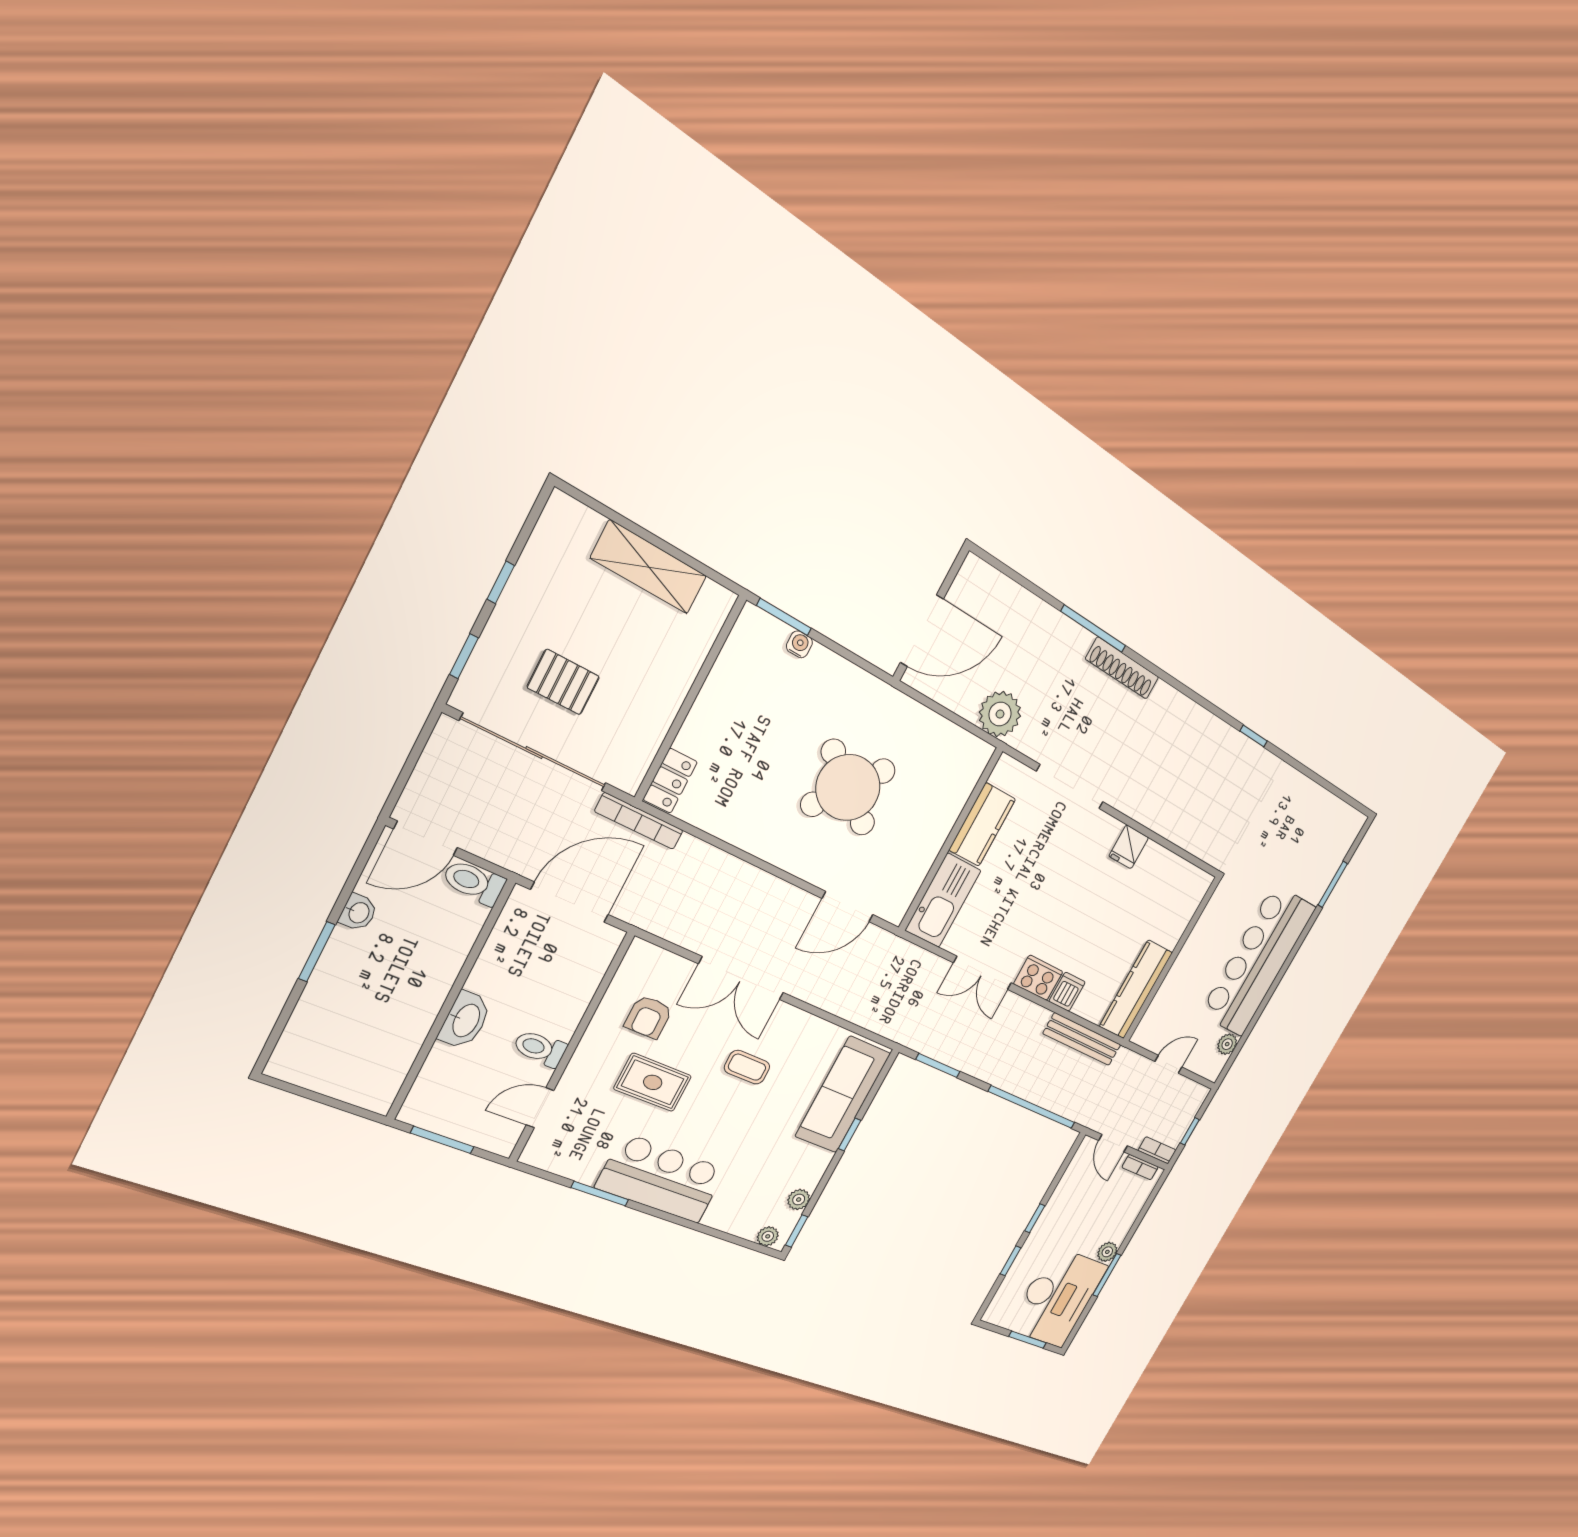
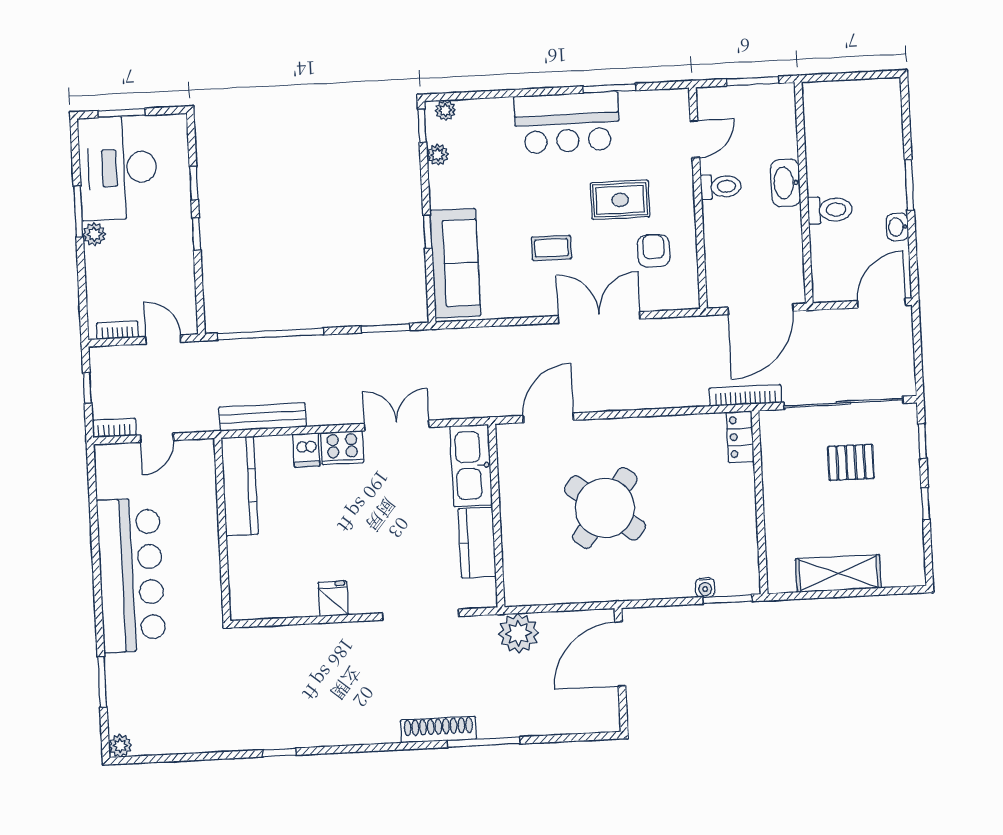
toilet: (474, 882) -> (830, 210), moved
plant: (1227, 1044) -> (120, 746), moved
bookcase: (1157, 1150) -> (114, 428), moved, turned 180

